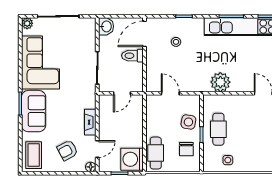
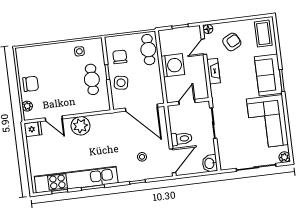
plant: (220, 82) -> (80, 126), moved
door: (170, 93) -> (141, 108), width x1.87
washing machine: (132, 159) -> (173, 65), moved

